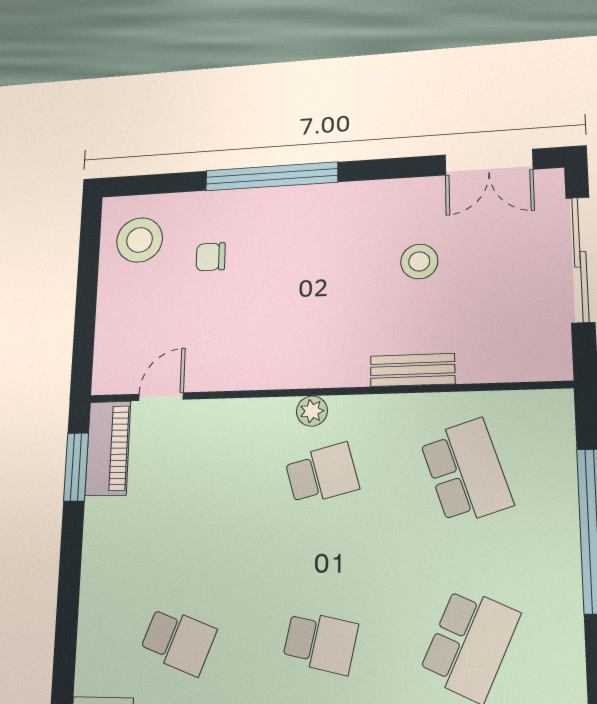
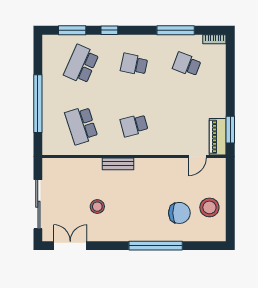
stool: (140, 240) -> (209, 207), moved
chair: (211, 257) -> (179, 213), width x1.87, depth x1.87
bench: (412, 370) -> (118, 164), moved
plant: (312, 411) -> (138, 149), removed

